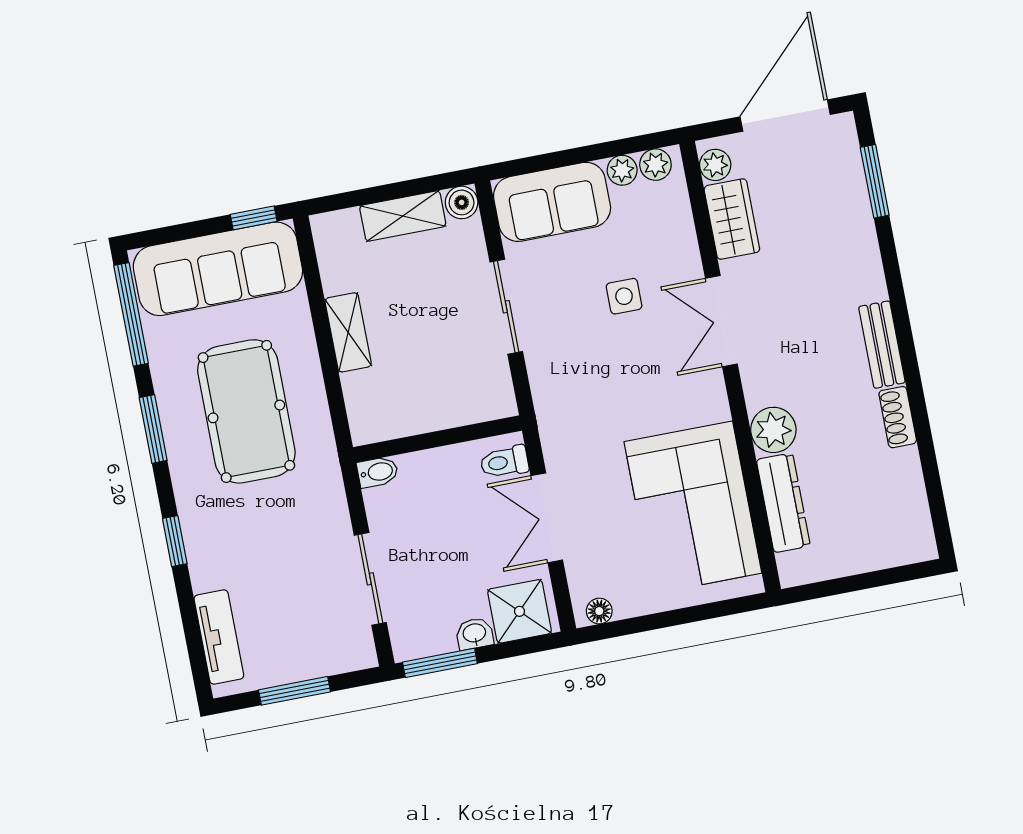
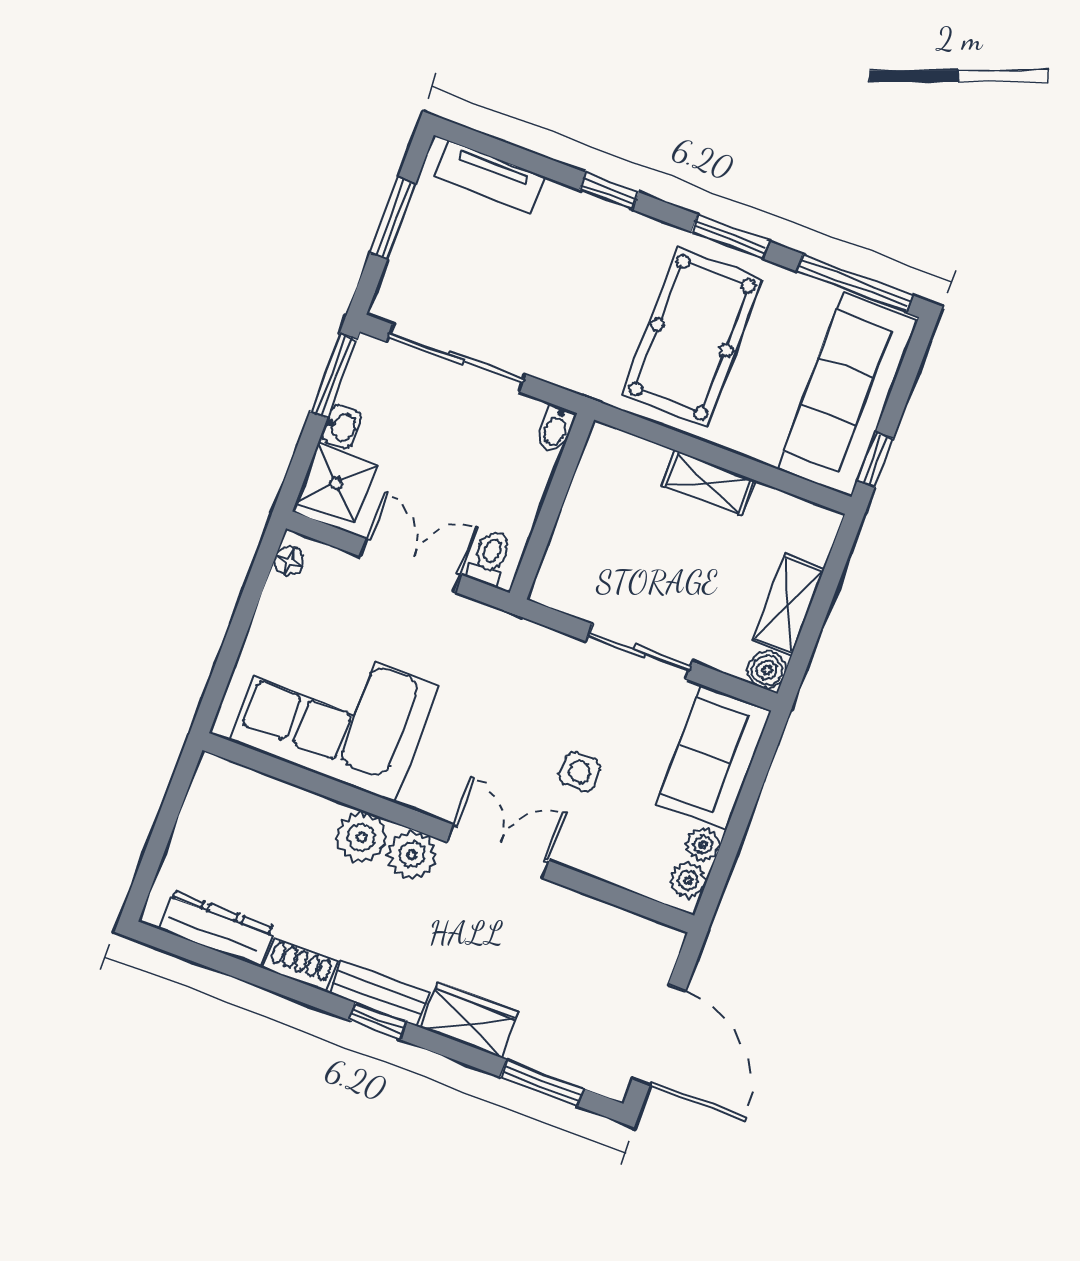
plant: (715, 165) -> (412, 855), moved, width x1.38, depth x1.38
wardrobe: (732, 219) -> (470, 1020), moved, turned 180
window: (904, 333) -> (378, 1021), added
pool table: (246, 411) -> (692, 337), turned 90
dresser: (783, 503) -> (217, 928), moved, turned 180
sliding door: (370, 579) -> (456, 358), width x1.37

